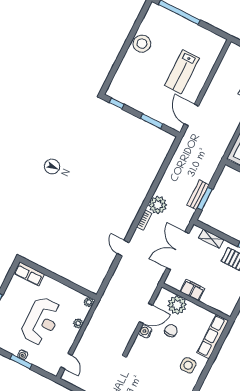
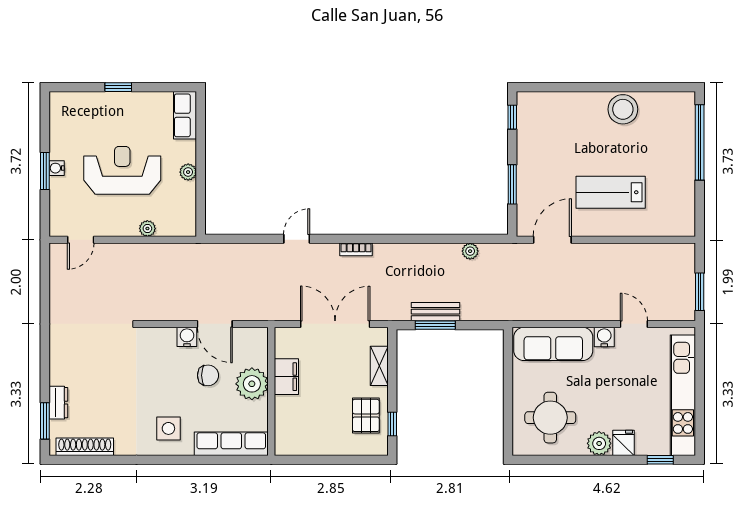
plant: (158, 205) -> (470, 251), moved, width x0.53, depth x0.53
plant: (89, 302) -> (188, 172), moved
plant: (177, 305) -> (252, 384), moved
reception desk: (41, 321) -> (122, 170), turned 180

